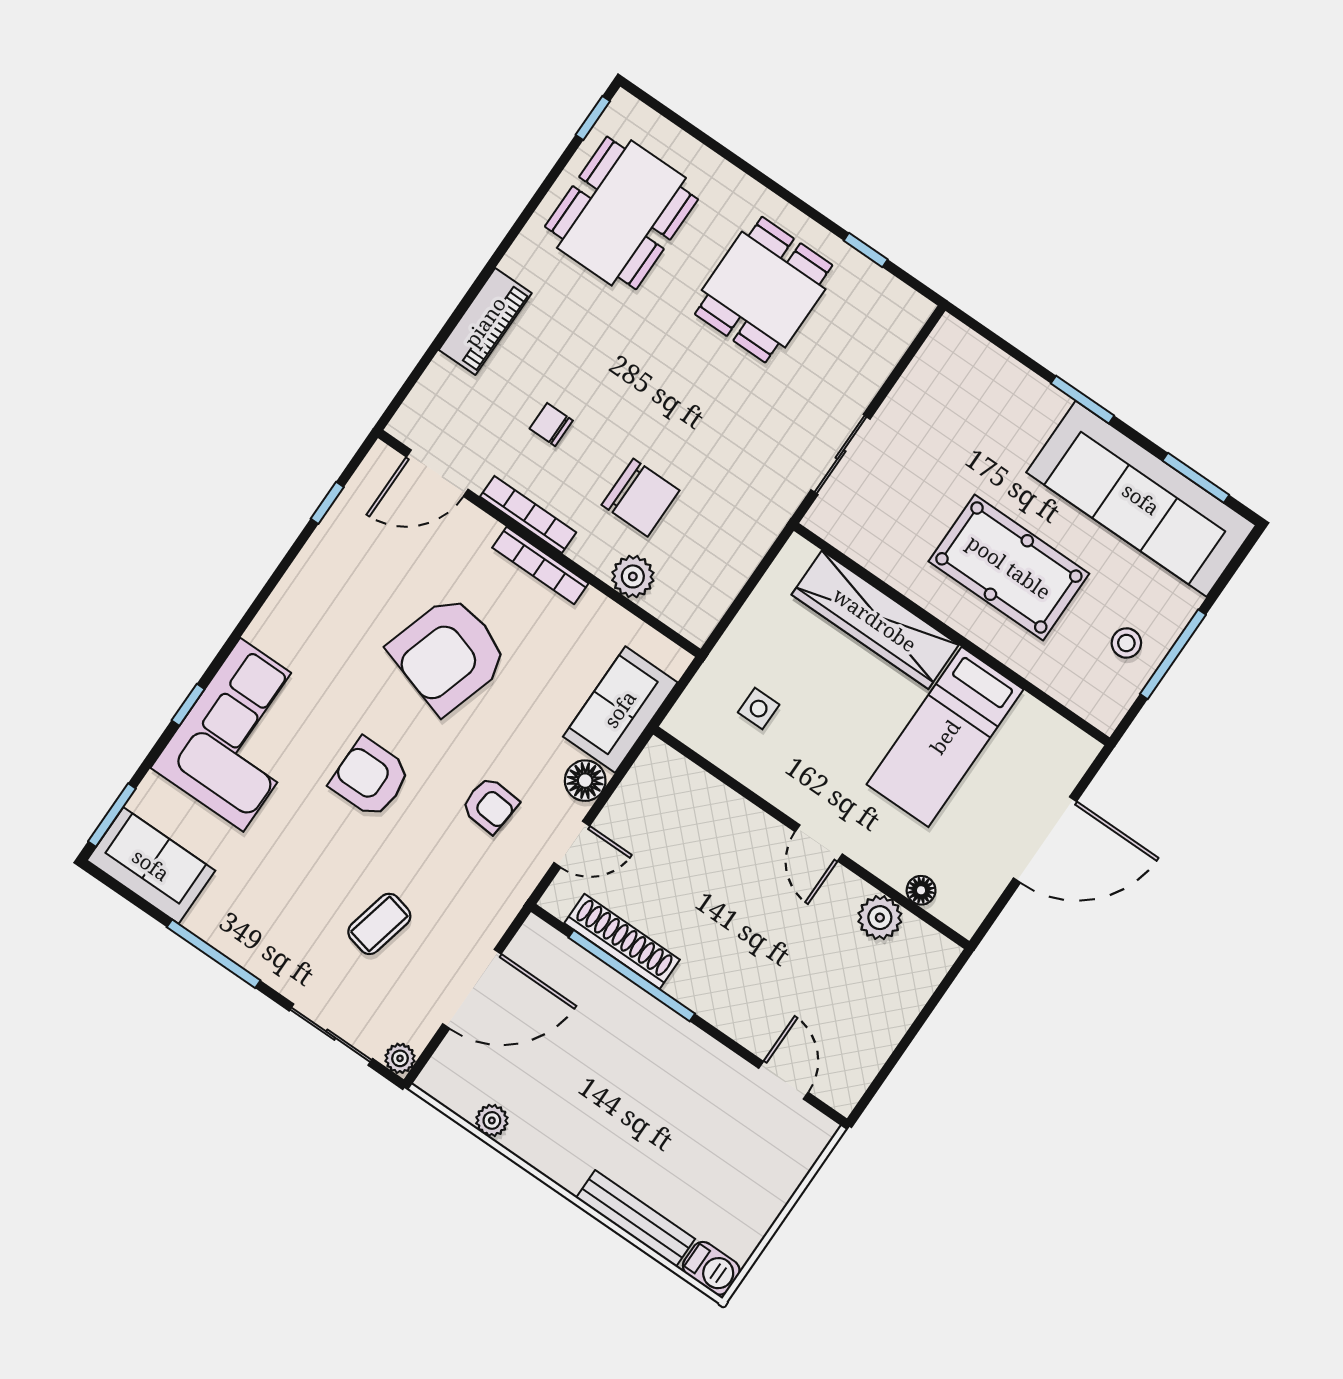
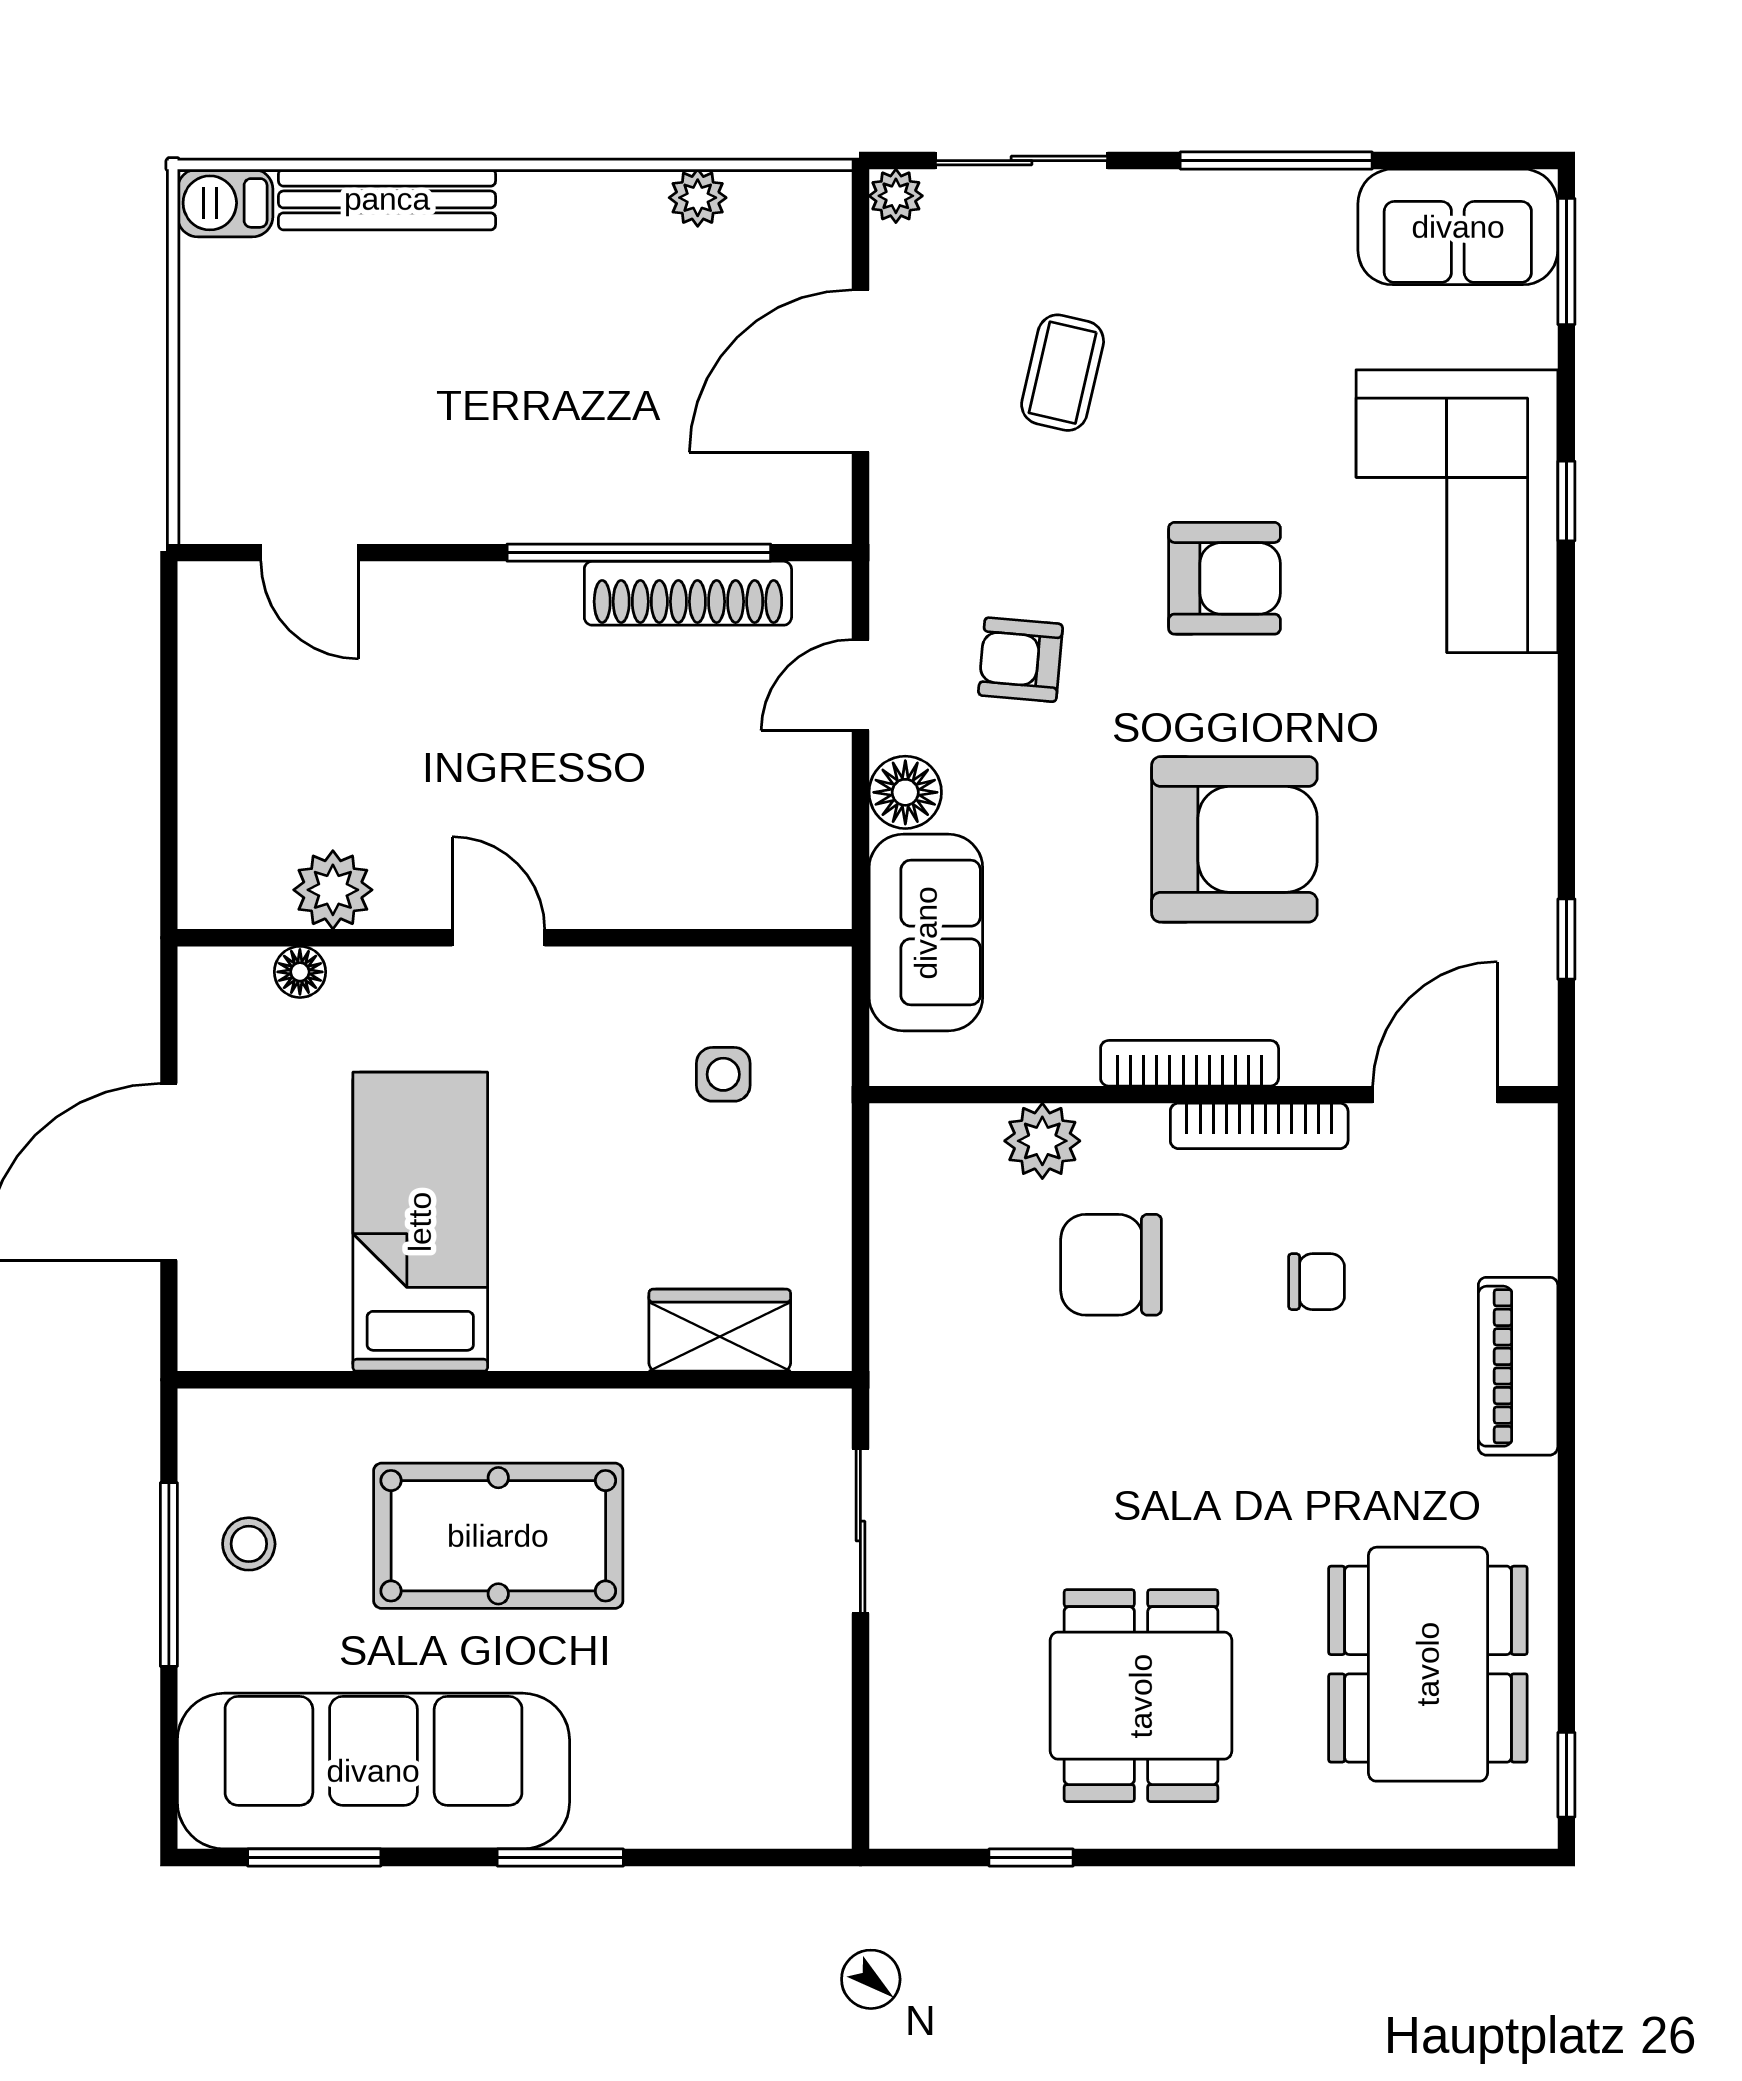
wardrobe: (875, 620) -> (720, 1330), width x0.48, depth x0.85
armchair: (449, 654) -> (1234, 839), turned 73

